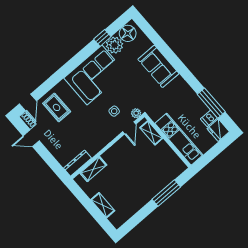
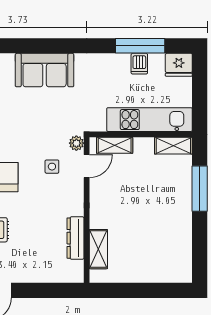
dishwasher: (209, 118) -> (139, 64), moved
door: (129, 128) -> (87, 166), hinge flipped
dresser: (78, 163) -> (76, 238), moved
shelving: (103, 205) -> (173, 146), moved

